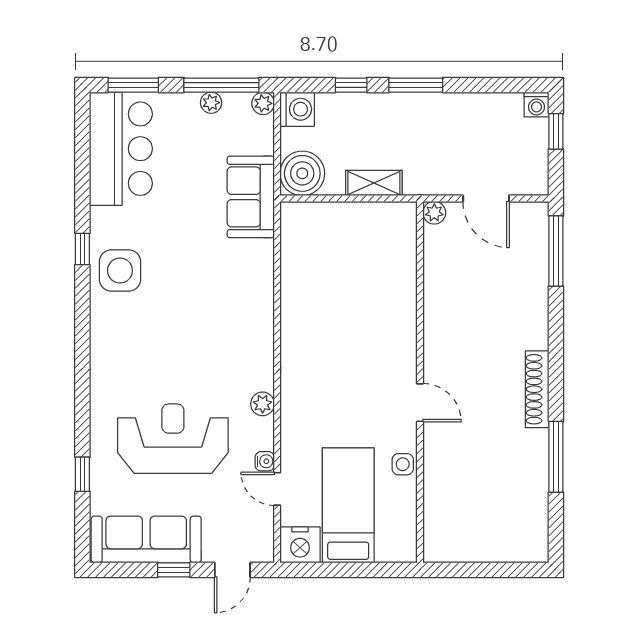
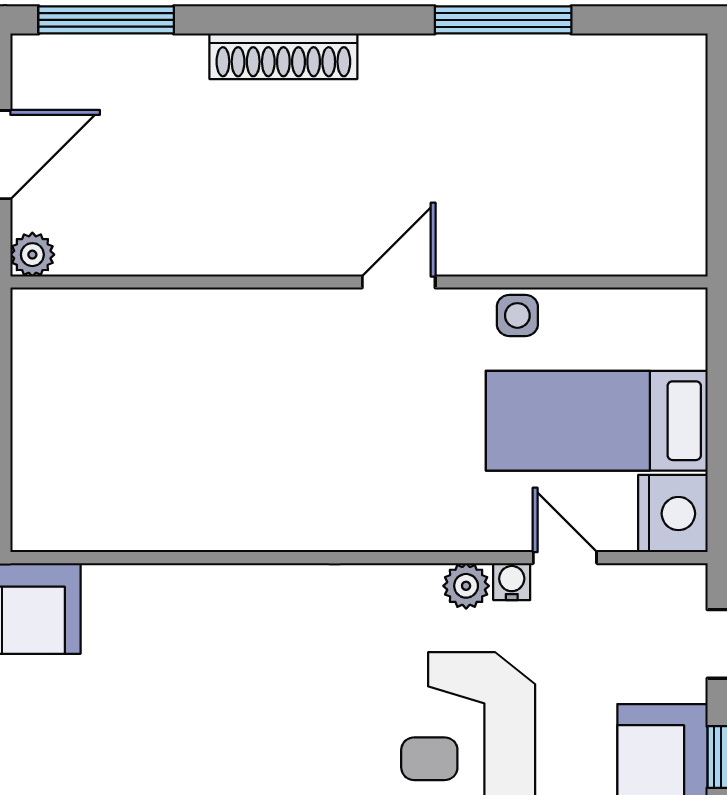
shoe rack: (537, 389) -> (283, 56), moved
plant: (263, 404) -> (466, 586), moved
door: (277, 489) -> (565, 558), swing flipped

